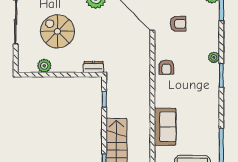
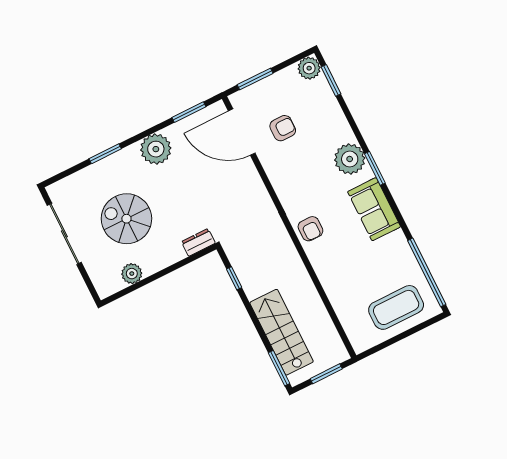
plant: (214, 57) -> (350, 159), width x1.87, depth x1.87
armchair: (166, 67) -> (310, 229), moved
sofa: (165, 127) -> (374, 209), moved, turned 180

